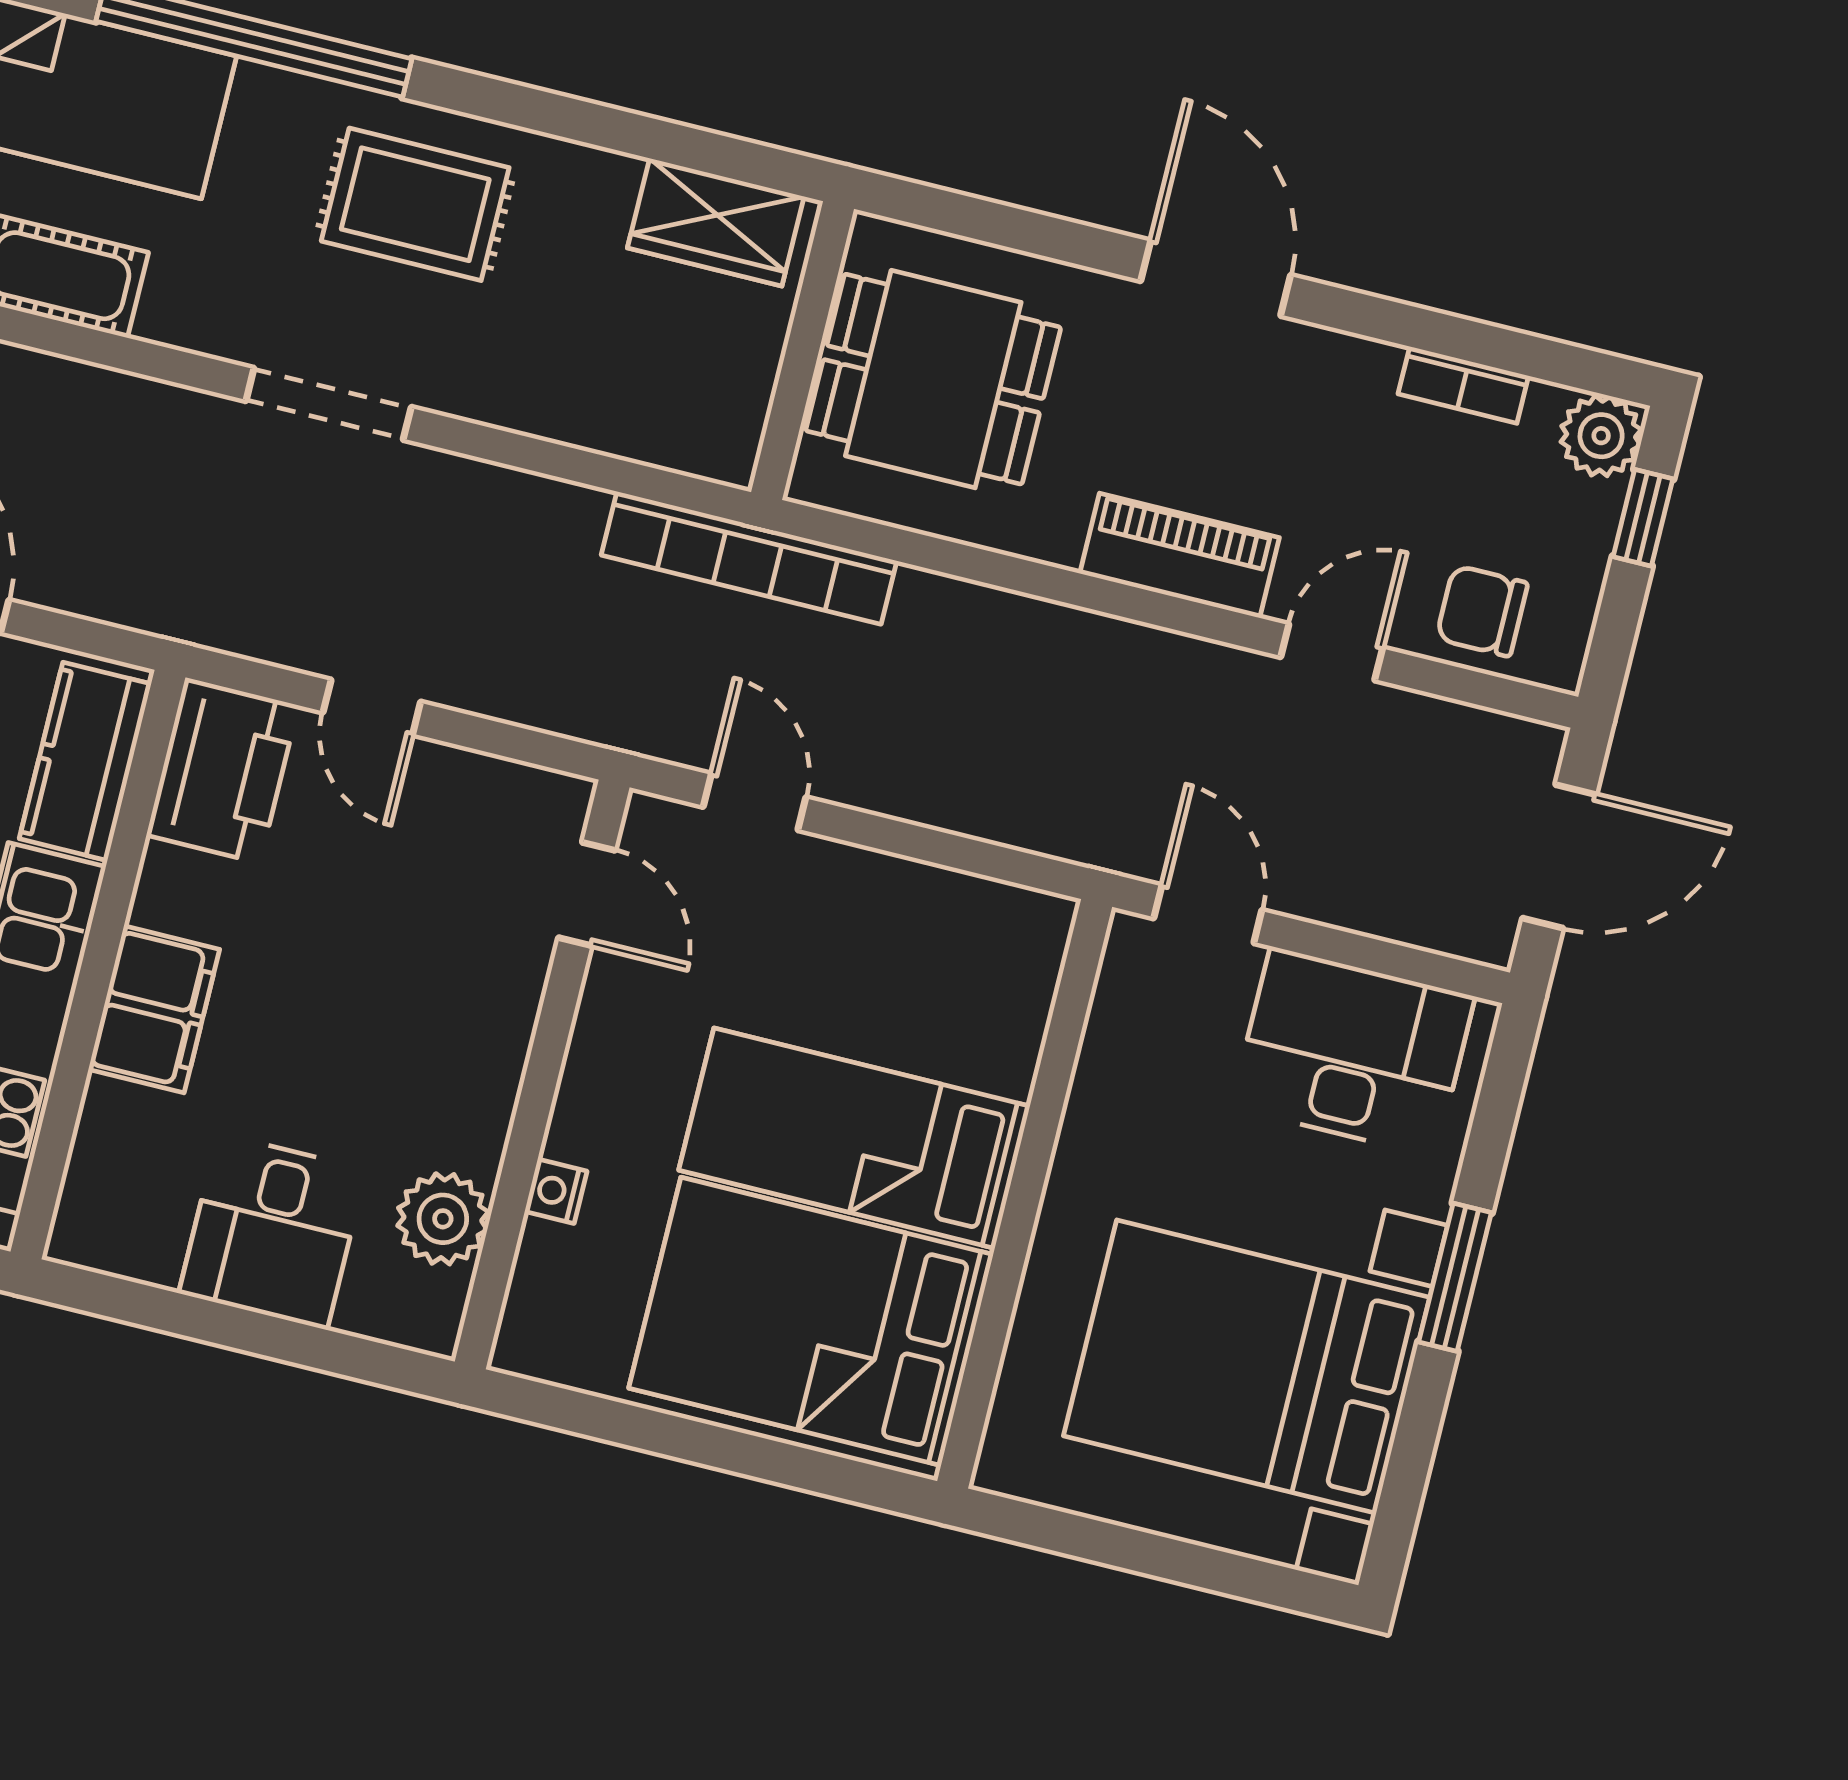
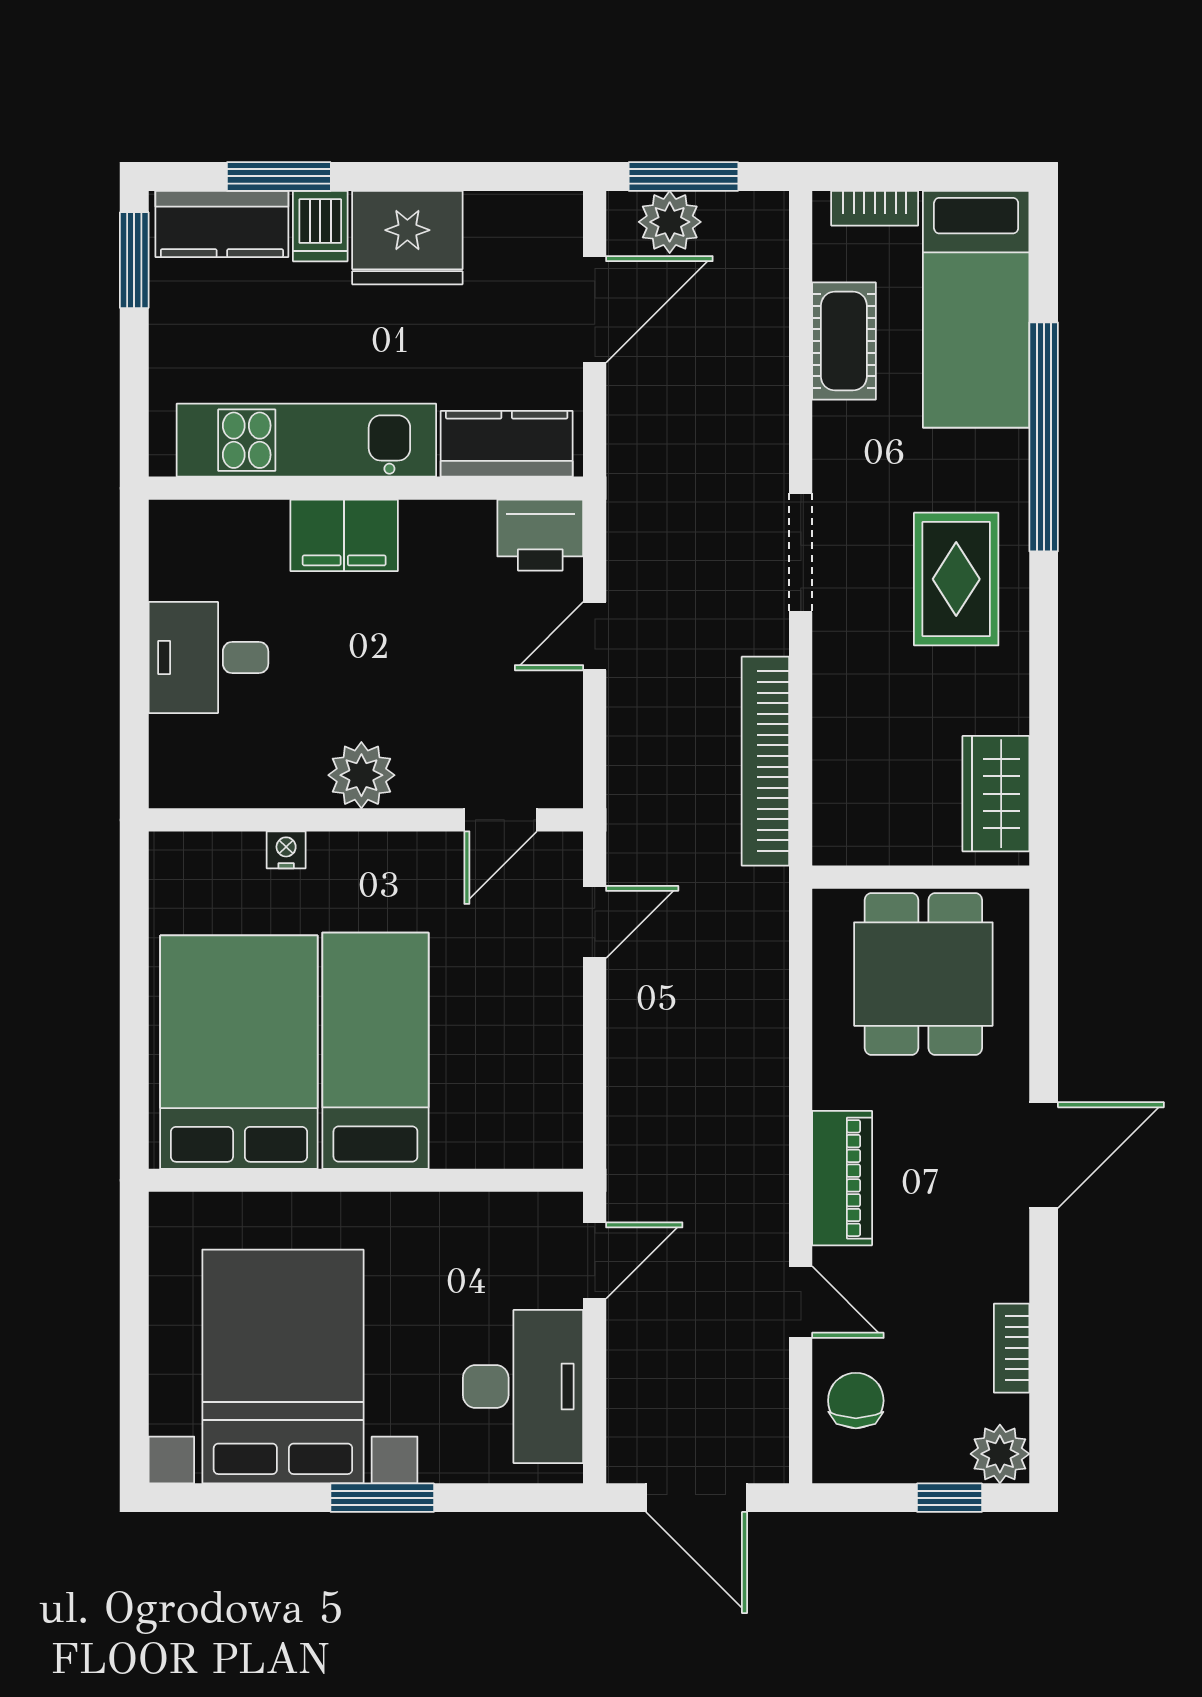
bookcase: (749, 558) -> (765, 761), moved
printer: (222, 770) -> (540, 535), width x0.73, depth x0.84
plant: (443, 1219) -> (361, 775), moved

